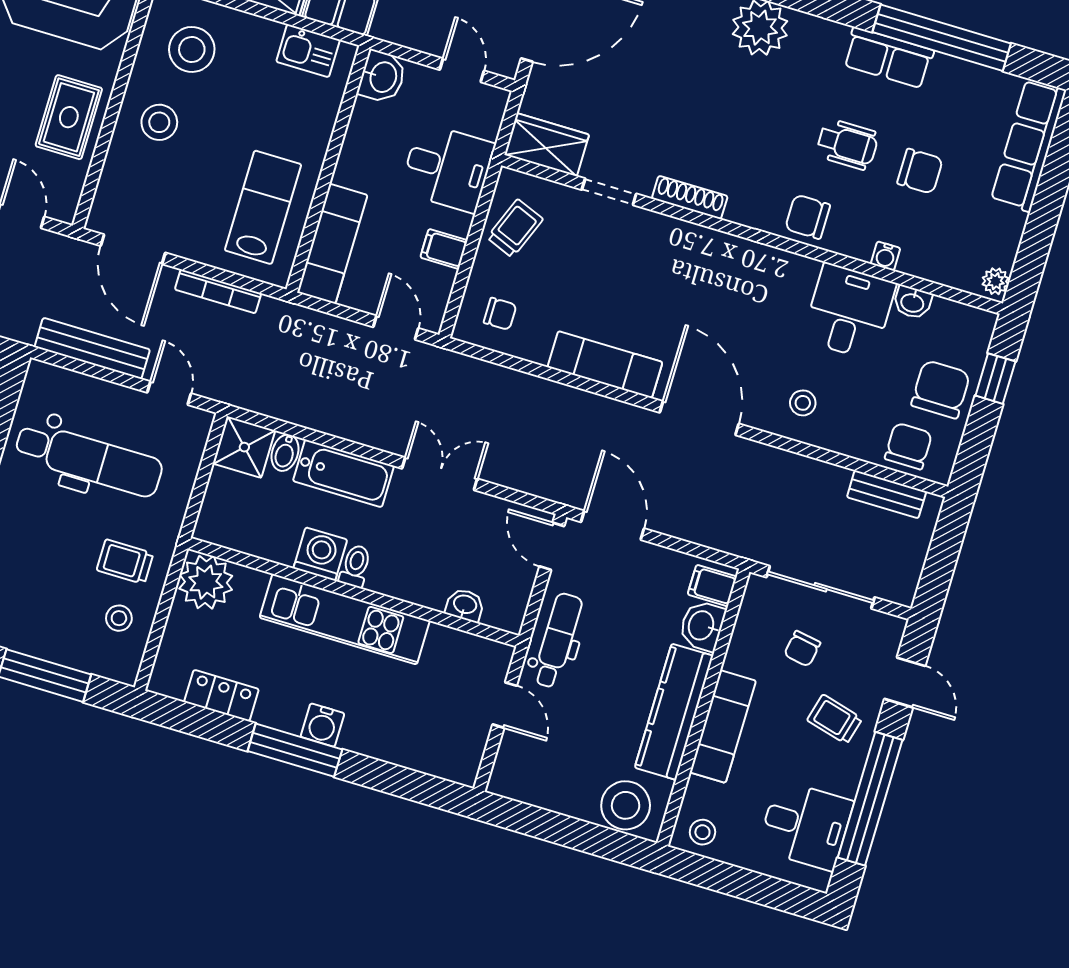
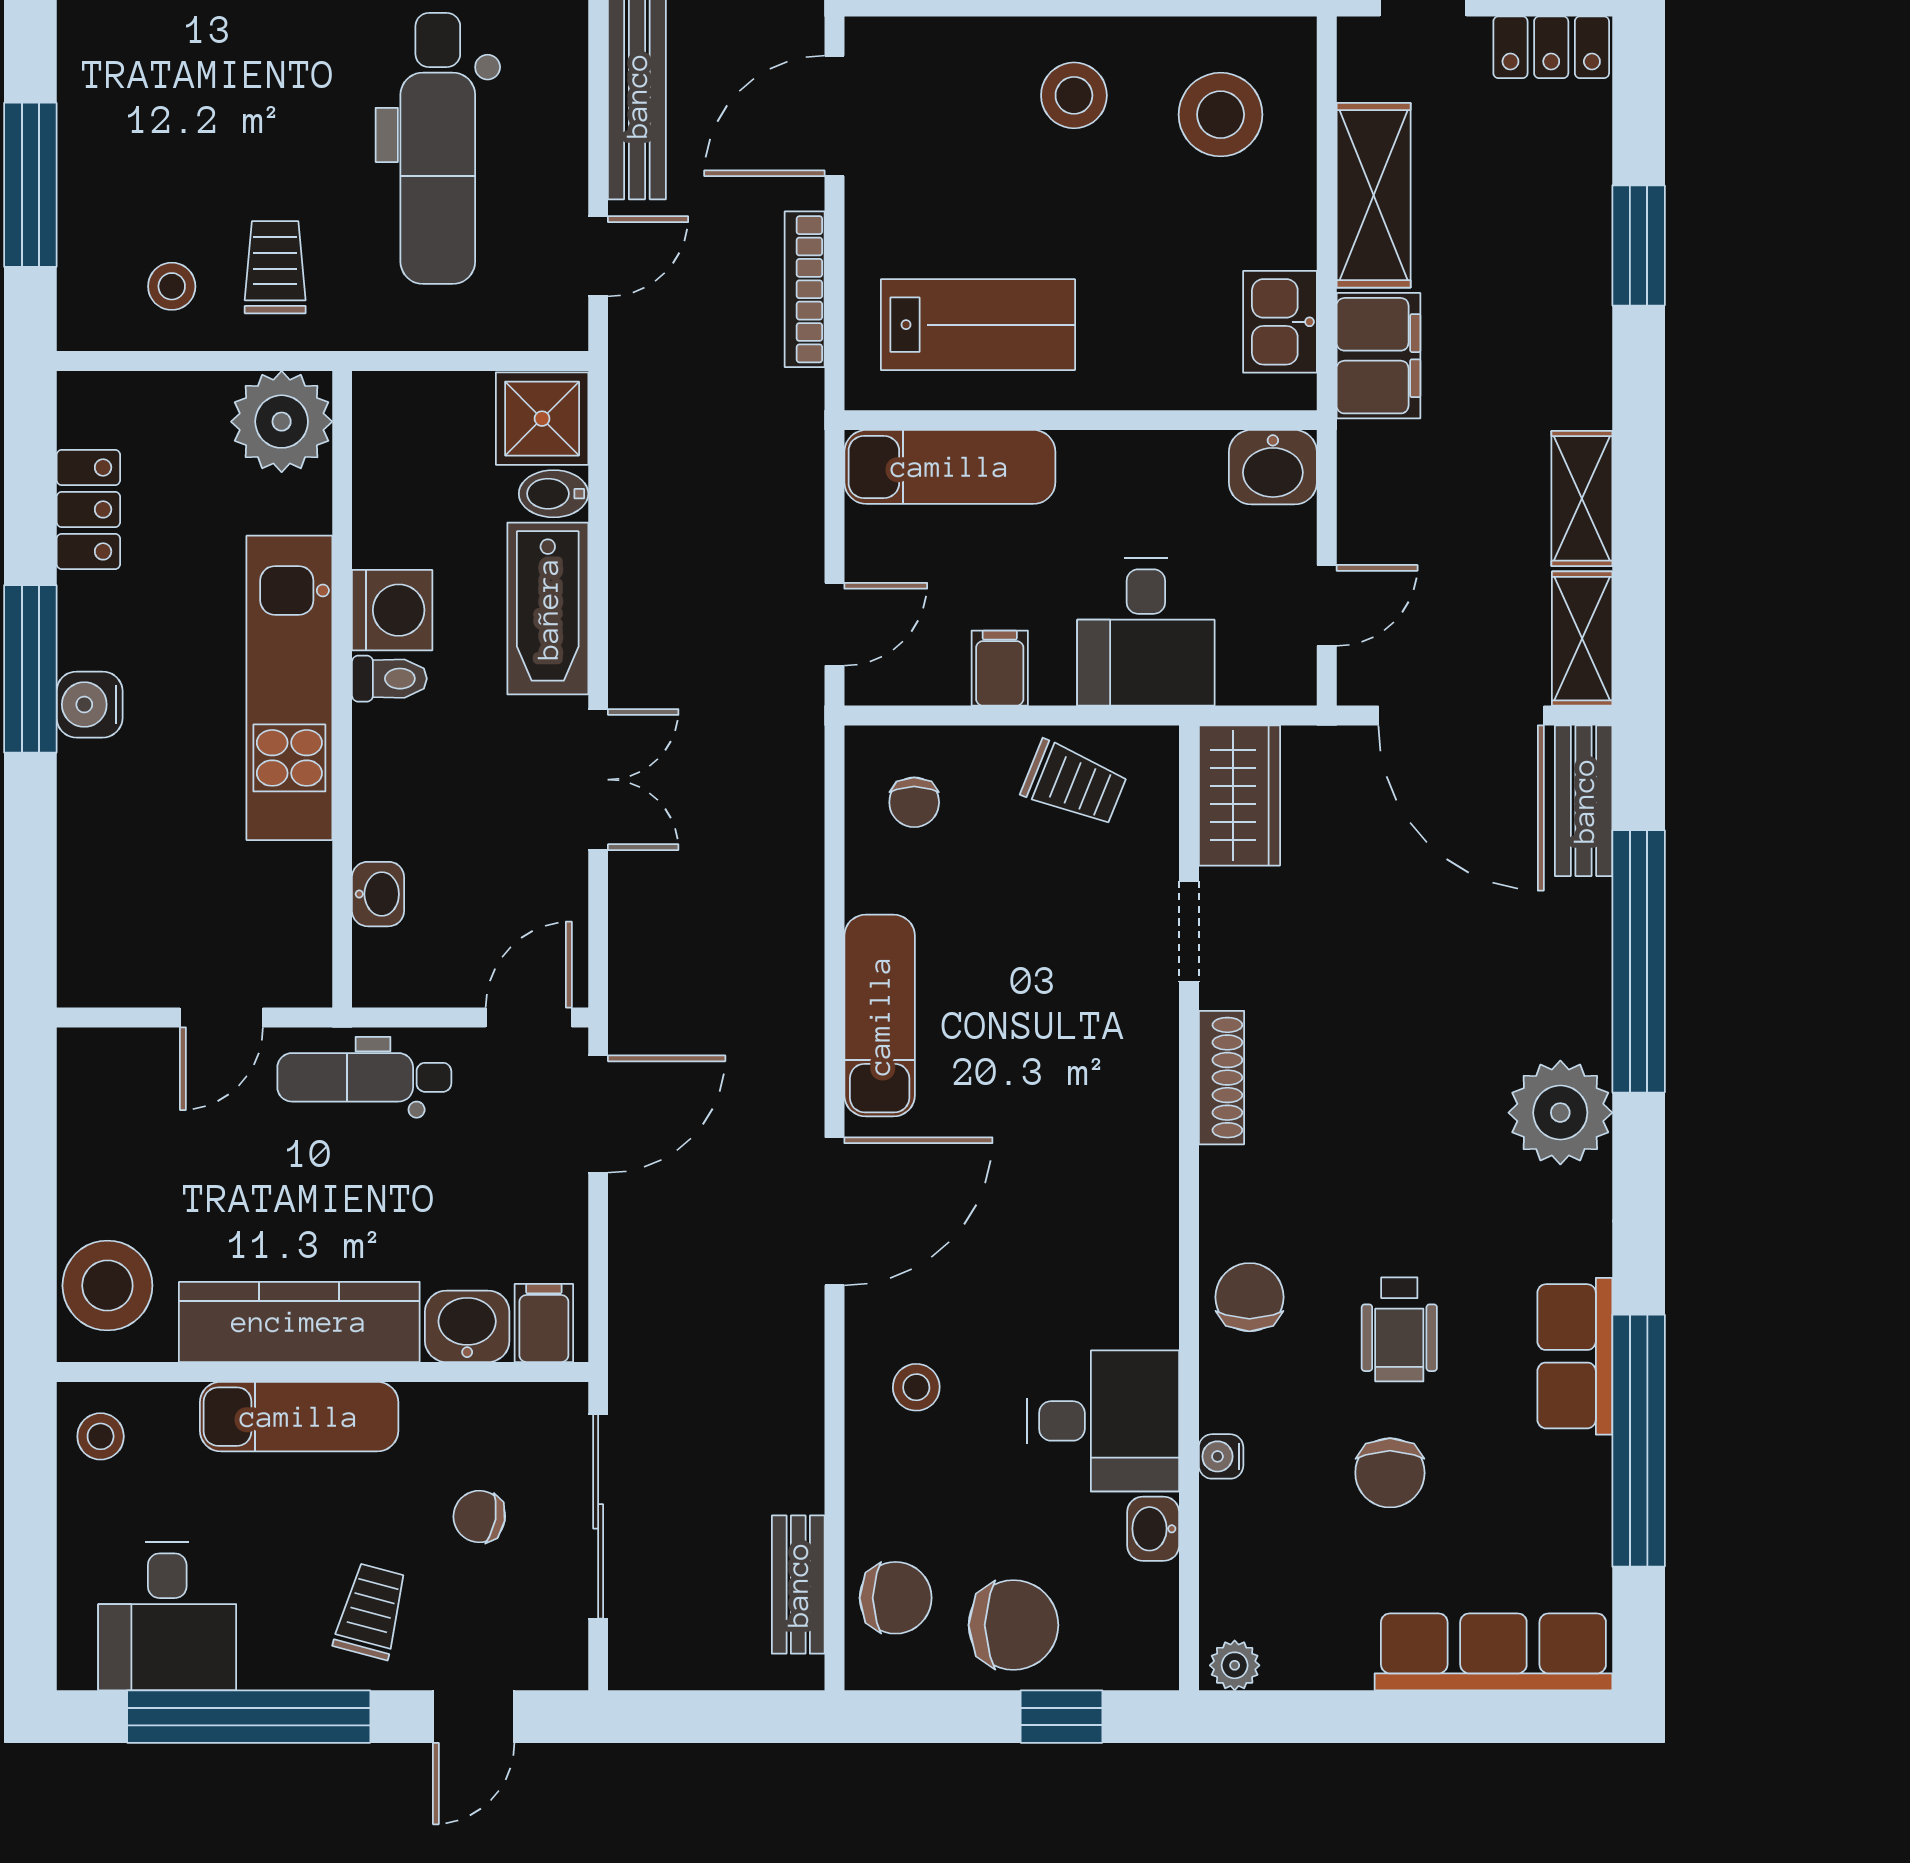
dental chair: (558, 640) -> (364, 1077), turned 180

